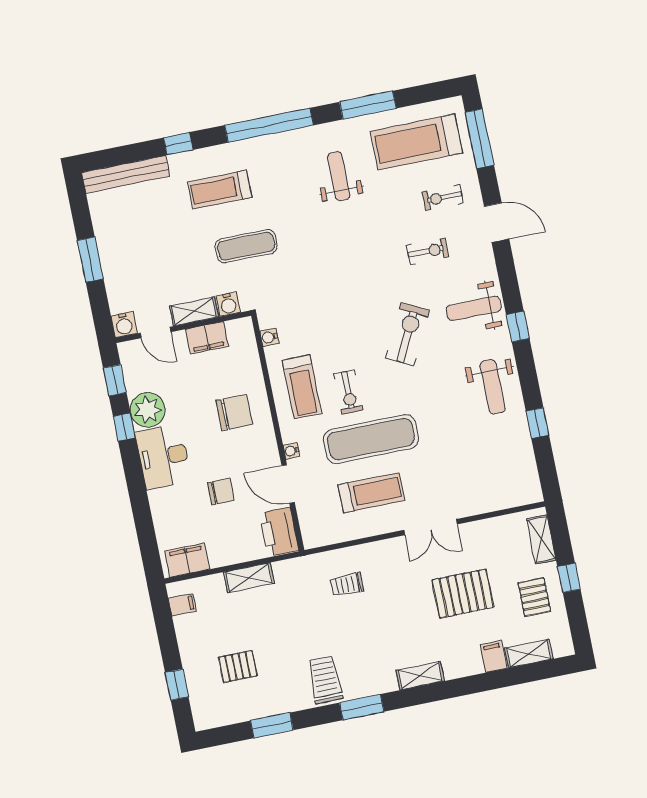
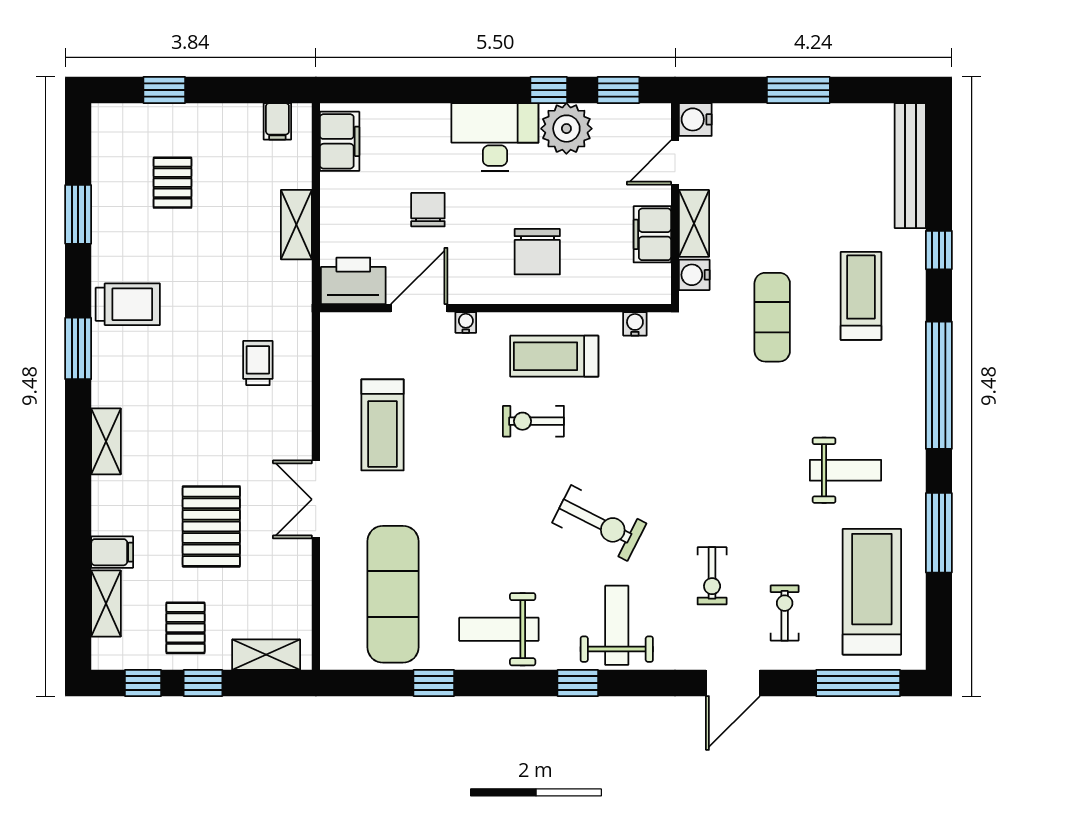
exercise mat: (371, 439) -> (393, 594), moved
chair: (221, 492) -> (428, 210), turned 180
pallet: (534, 597) -> (185, 628), turned 90
window: (577, 618) -> (143, 683), added

